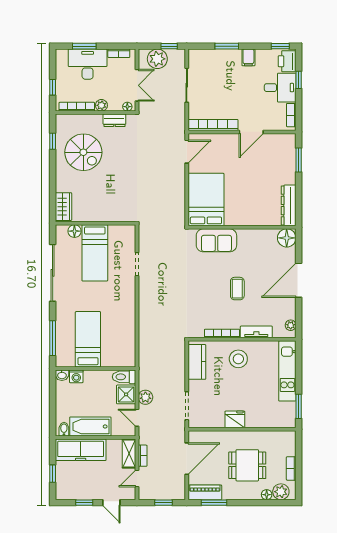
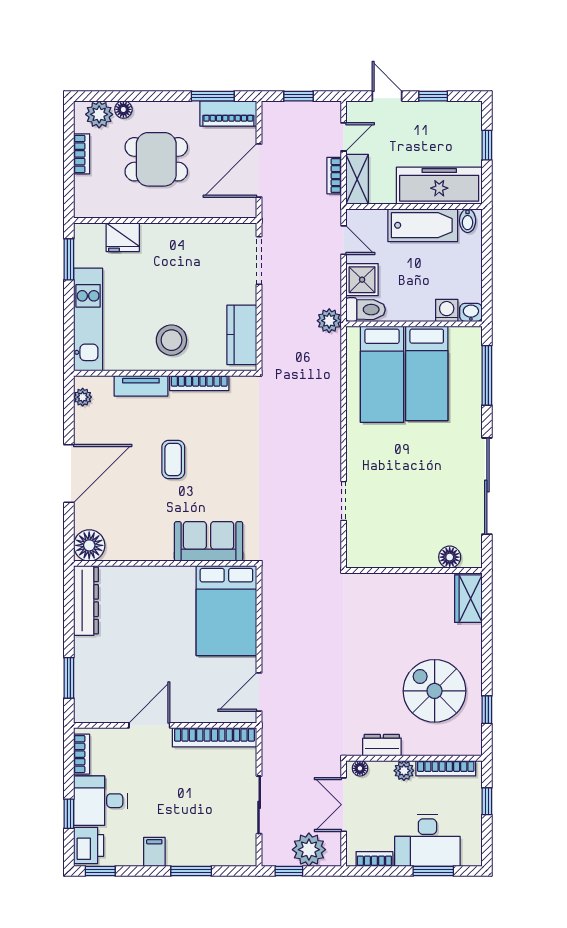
bed: (95, 253) -> (382, 374), moved, turned 180
plant: (145, 397) -> (329, 321), moved
fridge: (235, 419) -> (123, 237), moved

